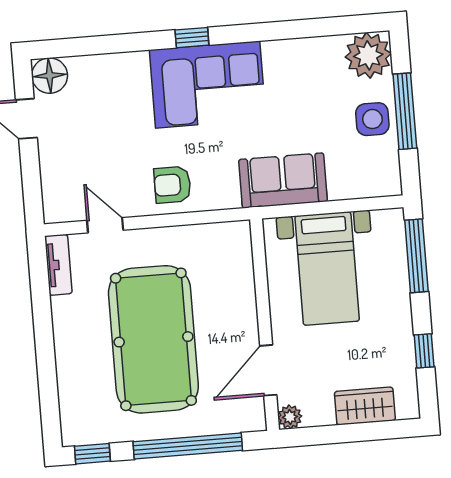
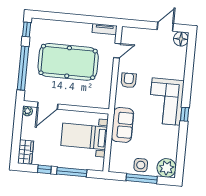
window: (192, 38) -> (185, 114), moved
window: (416, 256) -> (72, 172), moved
door: (268, 370) -> (48, 106), swing flipped
wardrobe: (365, 406) -> (26, 152), moved

